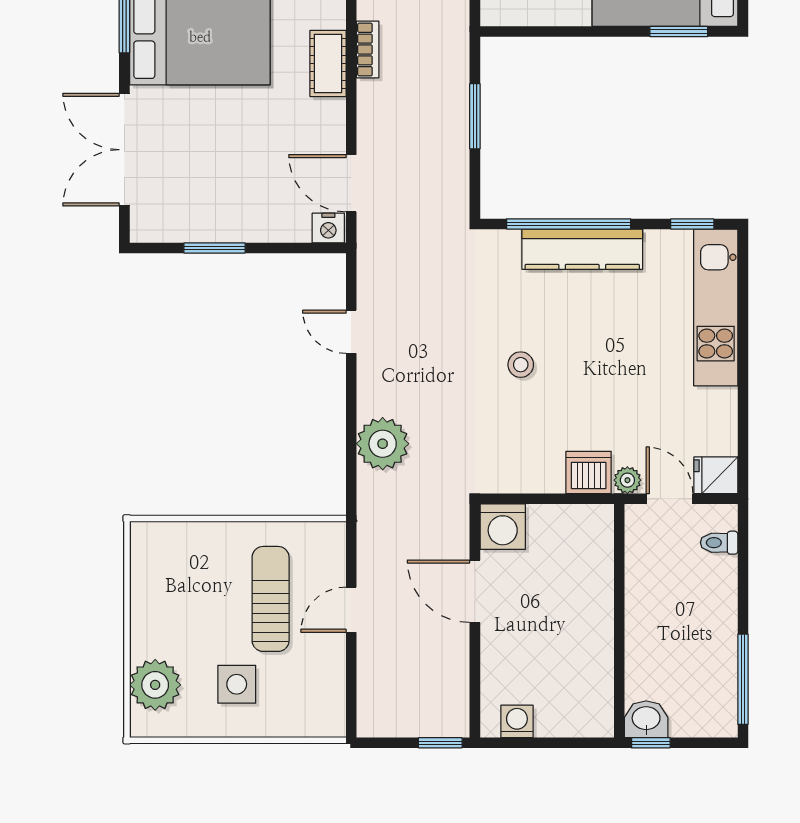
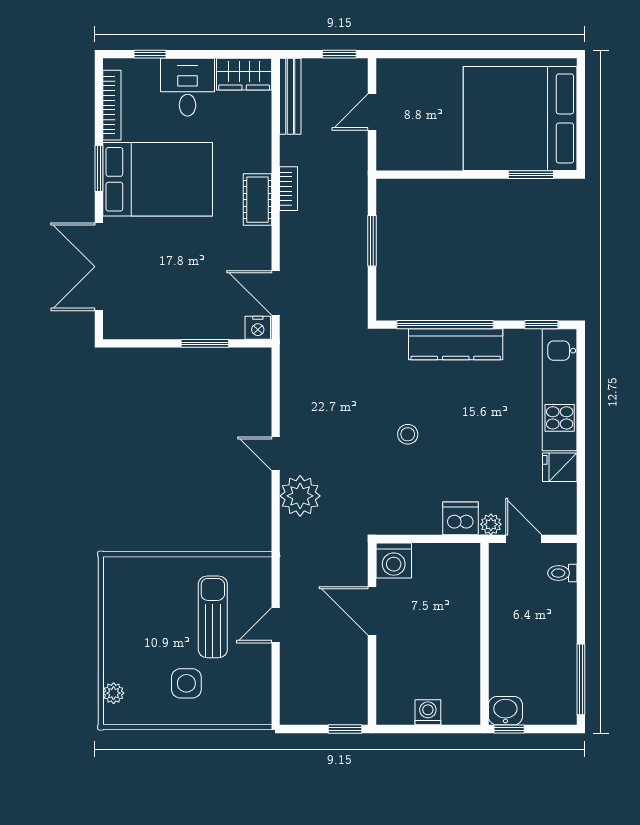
window: (215, 248) -> (205, 343), moved
door: (351, 332) -> (276, 454), moved
fridge: (716, 475) -> (560, 467), moved
plant: (155, 685) -> (114, 693), width x0.53, depth x0.53
washing machine: (517, 721) -> (428, 712), moved

